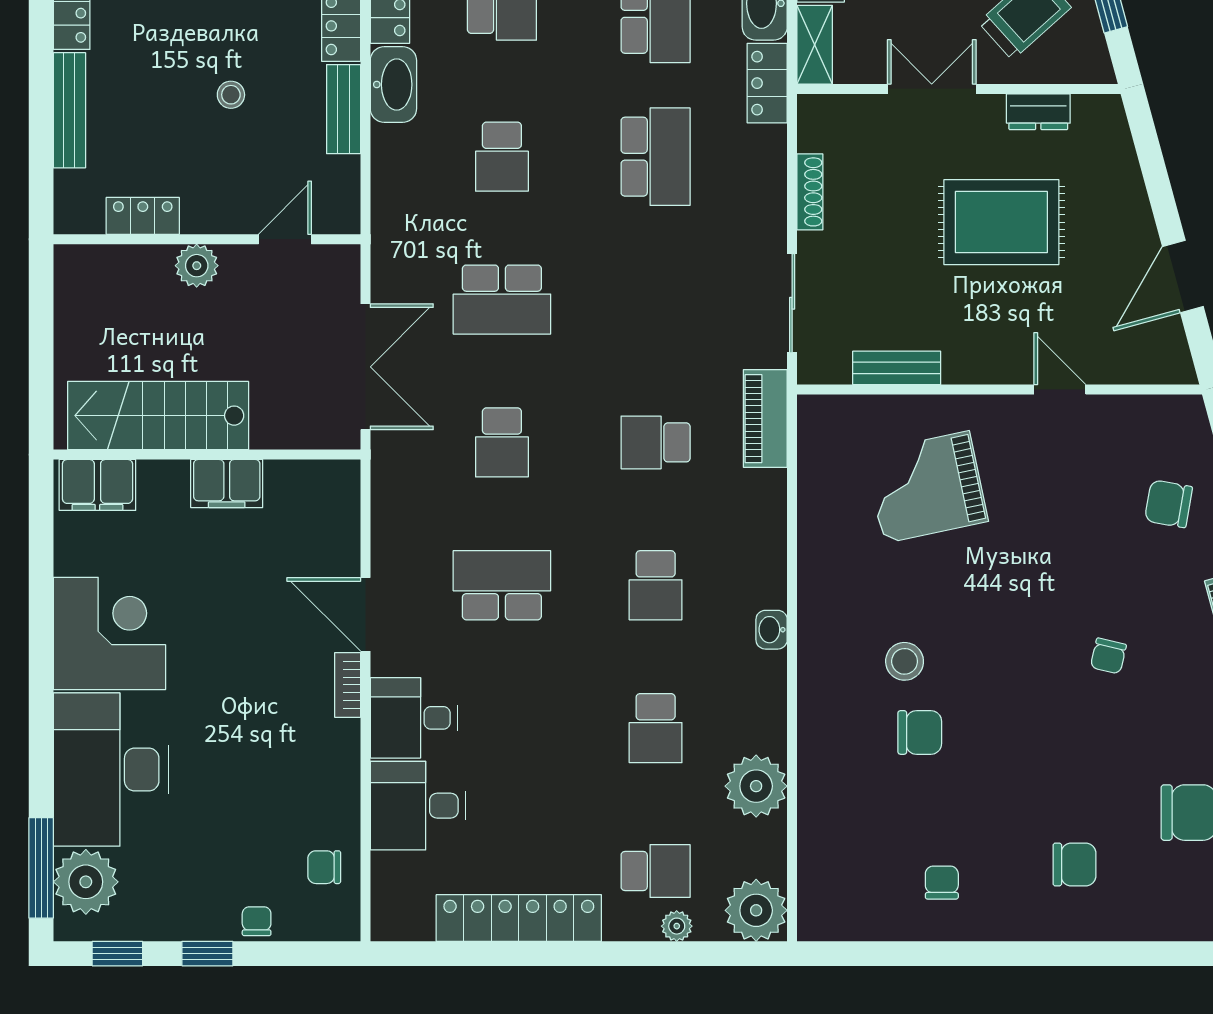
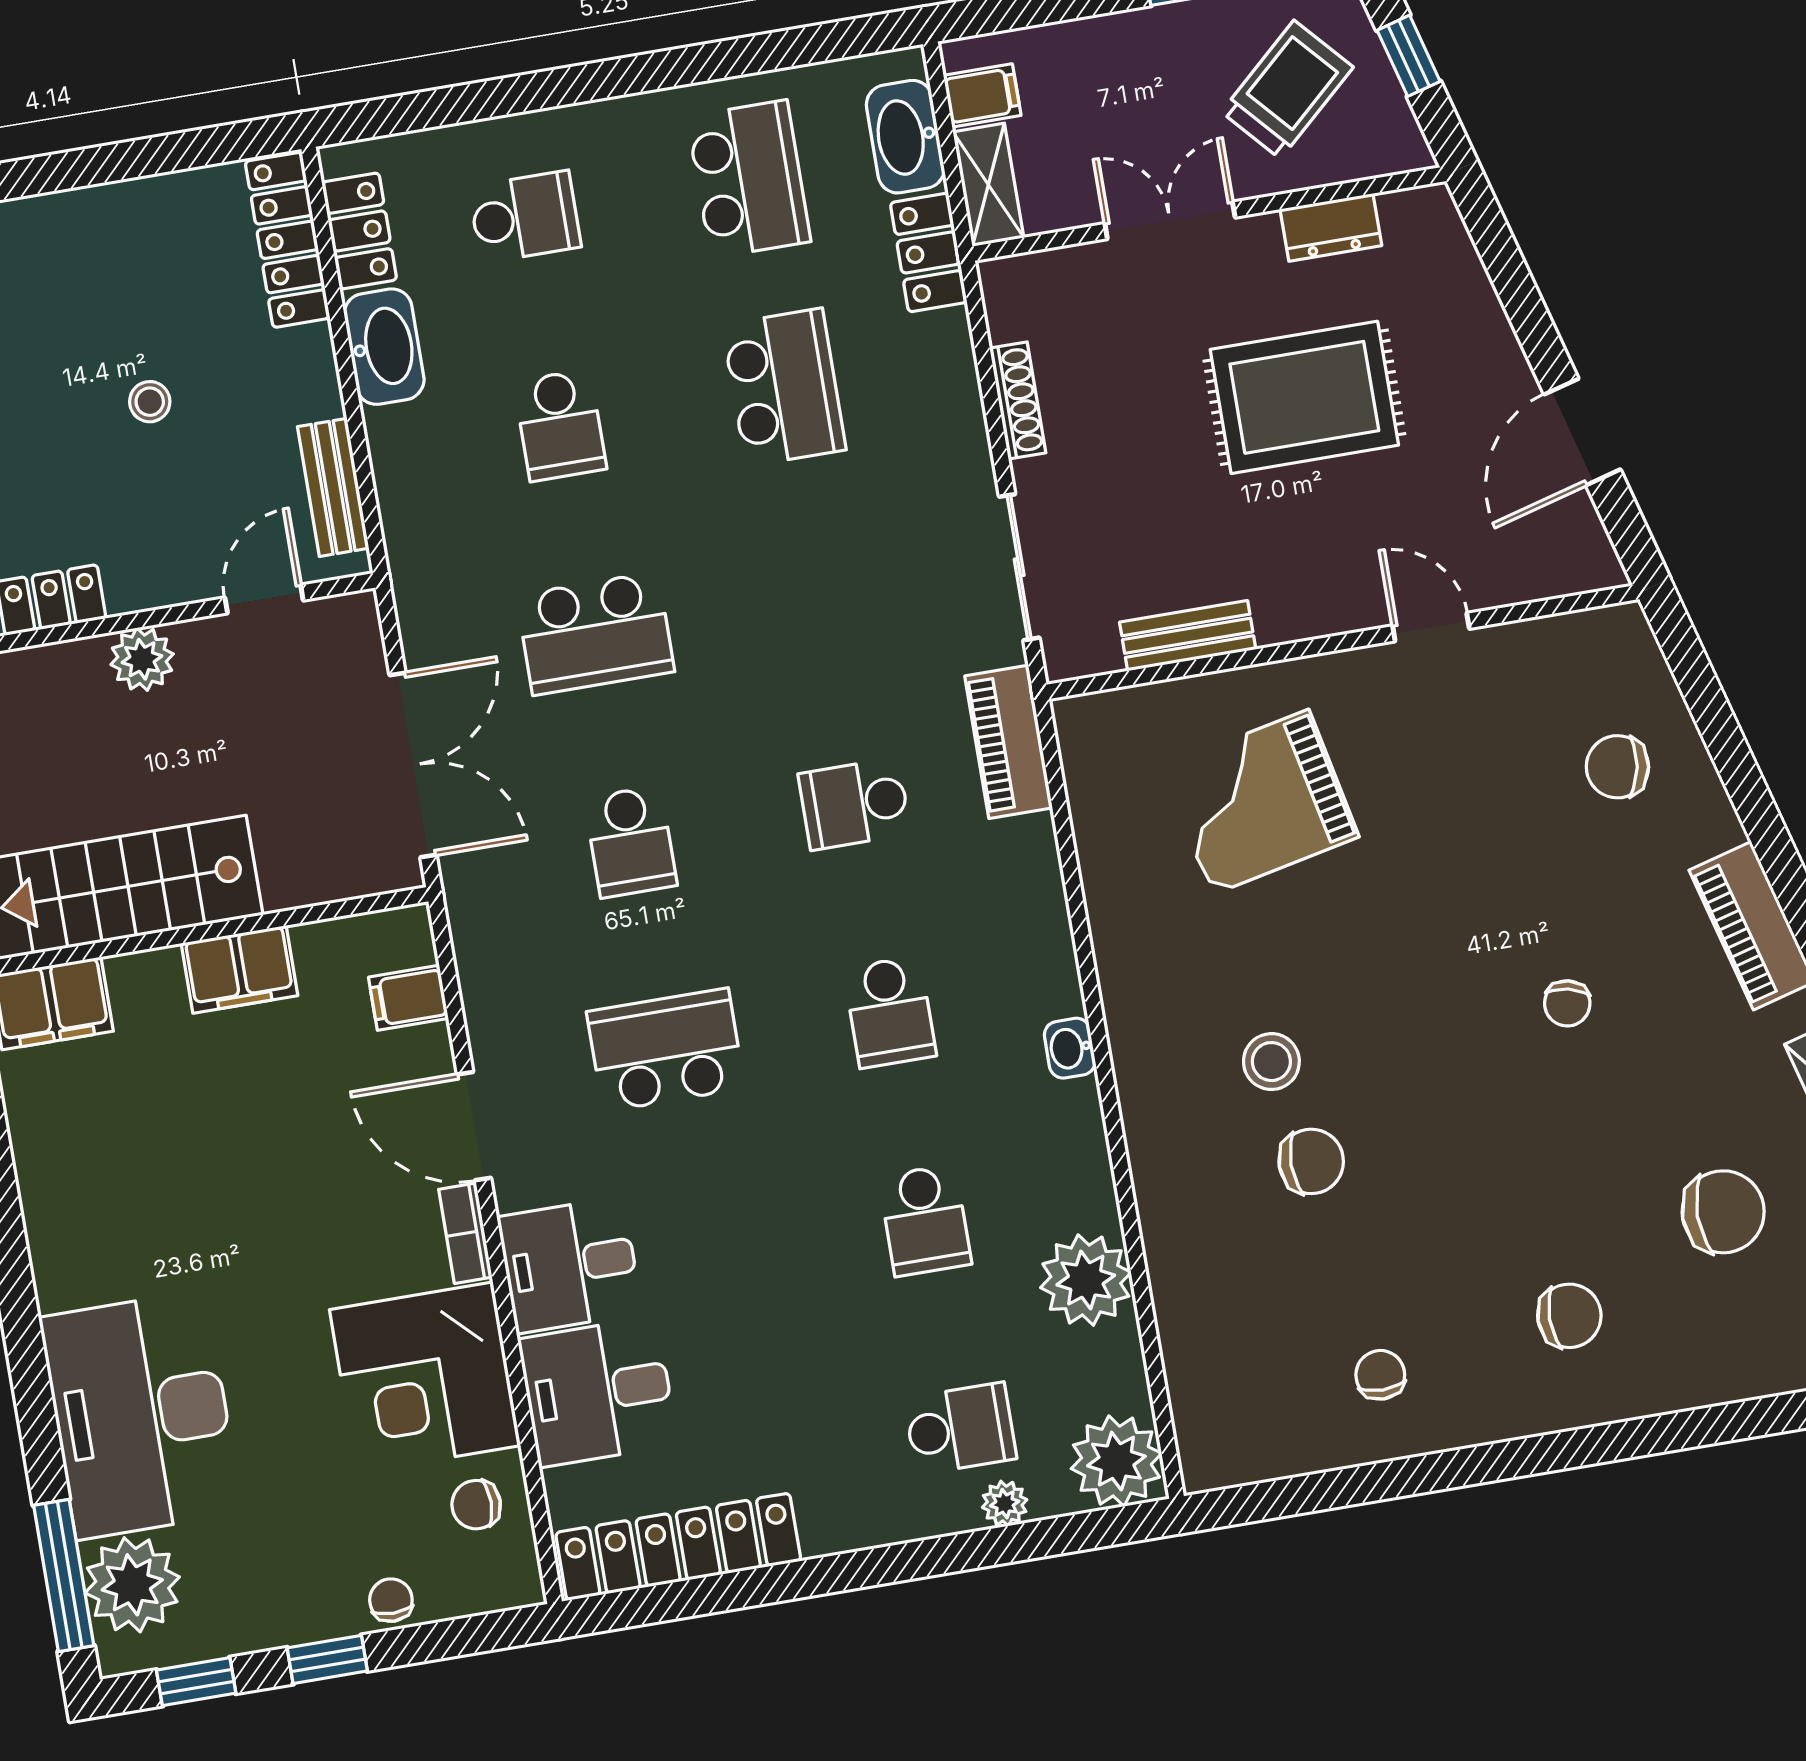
bench: (344, 109) -> (333, 487), moved
filing cabinet: (336, 522) -> (408, 998), added
corner desk: (109, 634) -> (425, 1378), moved, turned 180
locker: (519, 918) -> (678, 1547), moved

